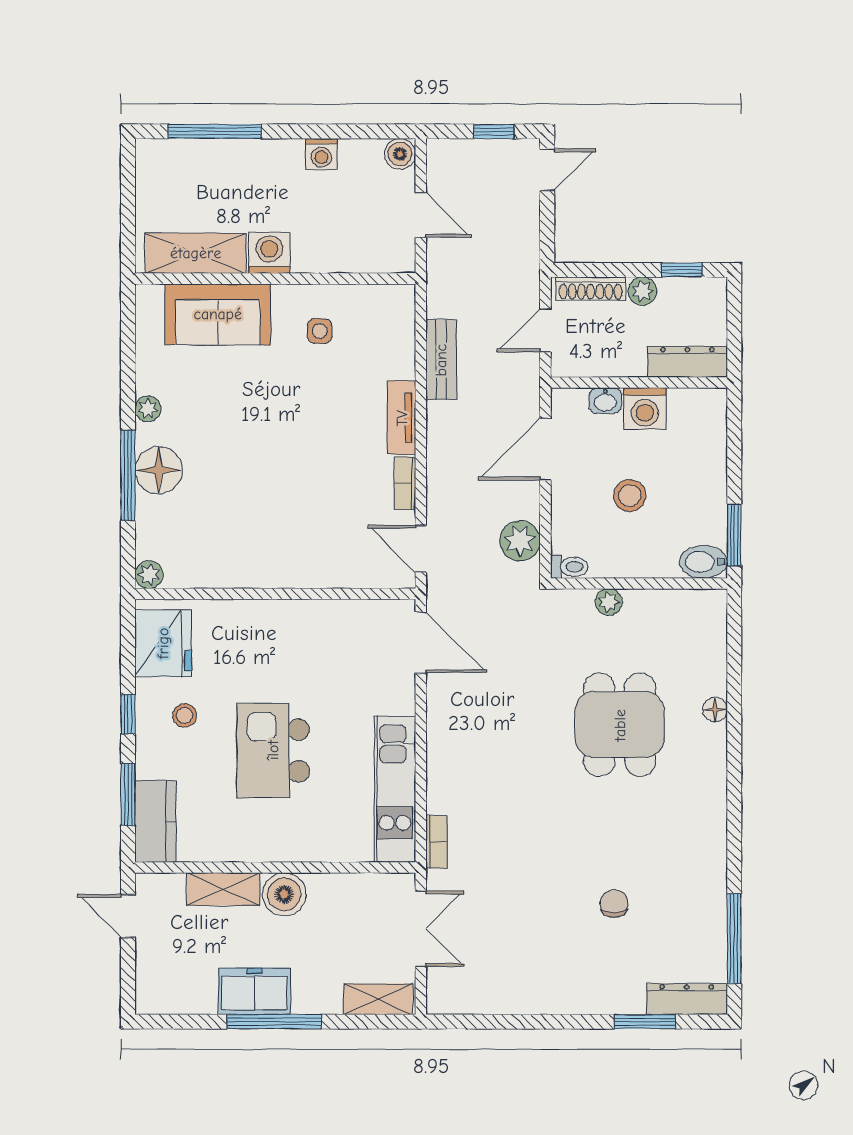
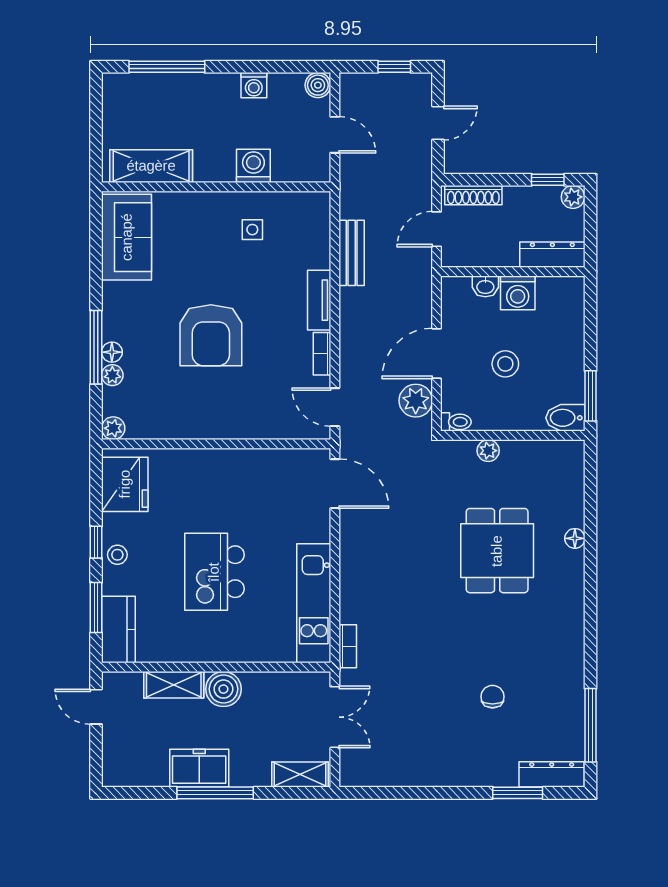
door: (547, 170) -> (438, 123), moved
washing machine: (269, 253) -> (253, 166), moved
plant: (642, 291) -> (573, 197), moved
sofa: (218, 314) -> (127, 237), moved, turned -90
plant: (148, 409) -> (112, 375), moved
door: (545, 449) -> (437, 353), moved
armchair: (269, 461) -> (211, 335), added
floor lamp: (159, 470) -> (112, 352), width x0.53, depth x0.53
stool: (185, 715) -> (117, 555), moved

